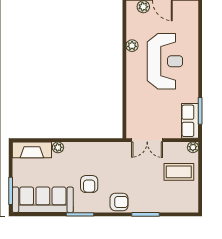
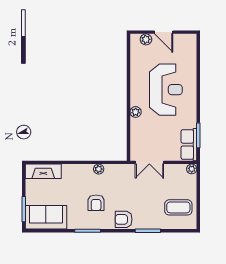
plant: (132, 46) -> (136, 112), moved
plant: (58, 147) -> (99, 169), moved
coffee table: (179, 172) -> (178, 207), moved
sofa: (43, 200) -> (46, 217), width x0.73
armchair: (119, 202) -> (124, 219), turned 180

